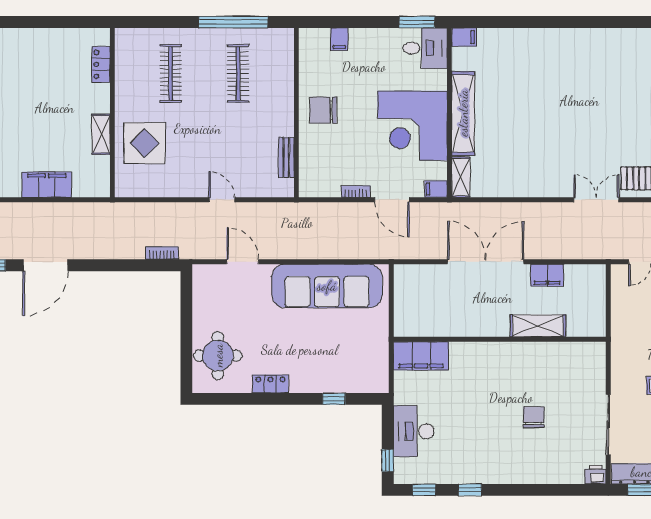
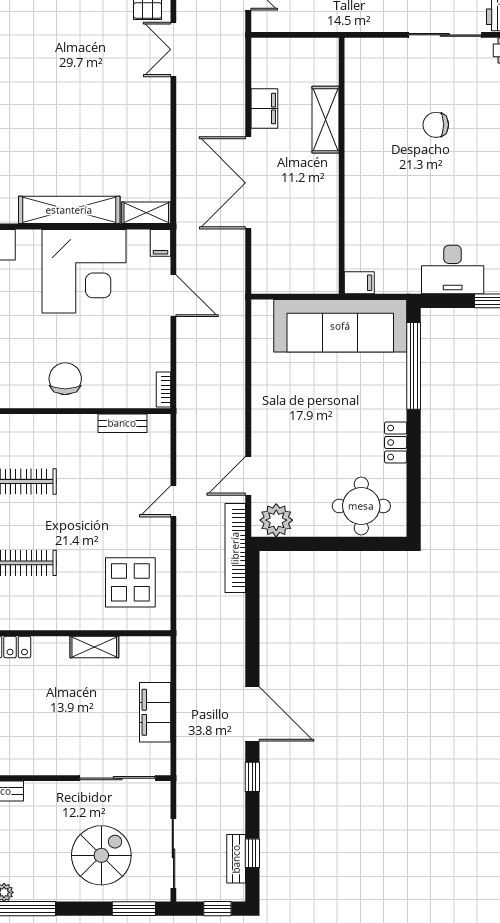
chair: (323, 110) -> (65, 379), turned 180
display table: (145, 143) -> (130, 582), moved
bookcase: (356, 192) -> (164, 389), moved
door: (392, 200) -> (173, 296), hinge flipped
bookcase: (162, 253) -> (235, 548), width x2.31, depth x1.31
plant: (206, 285) -> (276, 520), added
sofa: (327, 286) -> (340, 326), moved, turned 90
filing cabinet: (421, 356) -> (359, 283), width x0.33, depth x0.86
window: (334, 399) -> (414, 366), width x3.17

